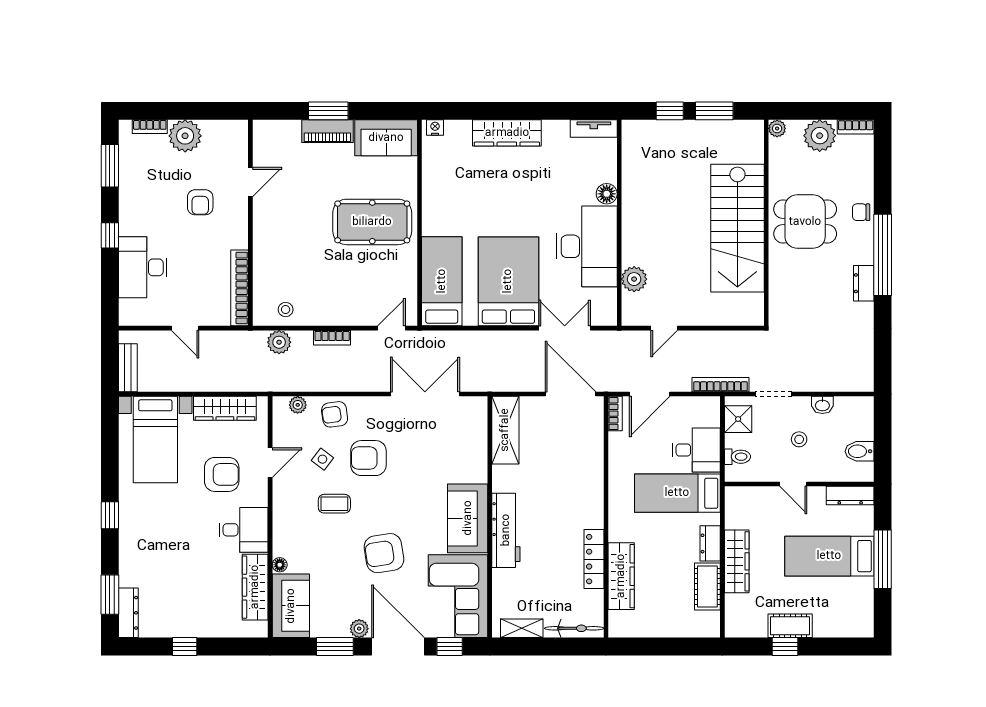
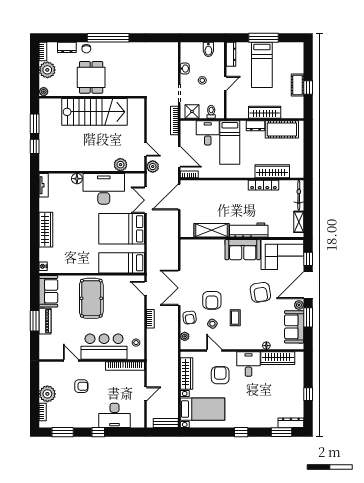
bar counter: (278, 247) -> (104, 347), added
dresser: (864, 283) -> (67, 47), moved
plant: (279, 342) -> (153, 167), moved
double door: (425, 394) -> (179, 288), moved
shelving: (505, 430) -> (212, 230), moved
cot: (707, 586) -> (282, 129), width x1.37, depth x1.34
sofa: (291, 606) -> (294, 327), moved, turned -90

